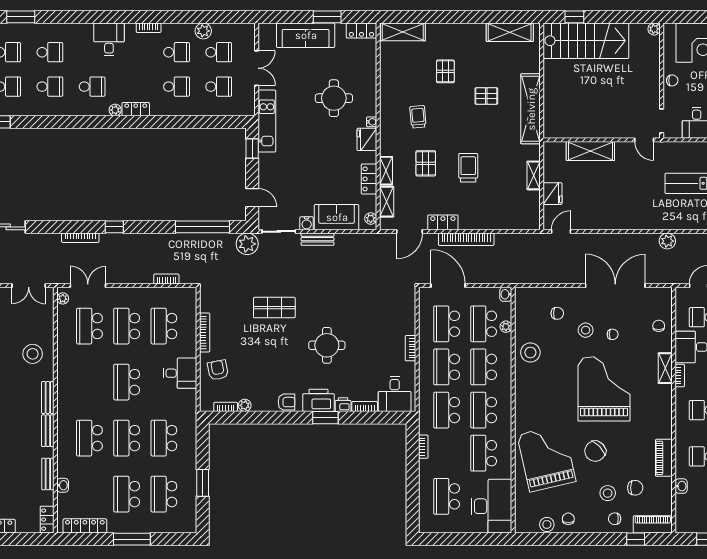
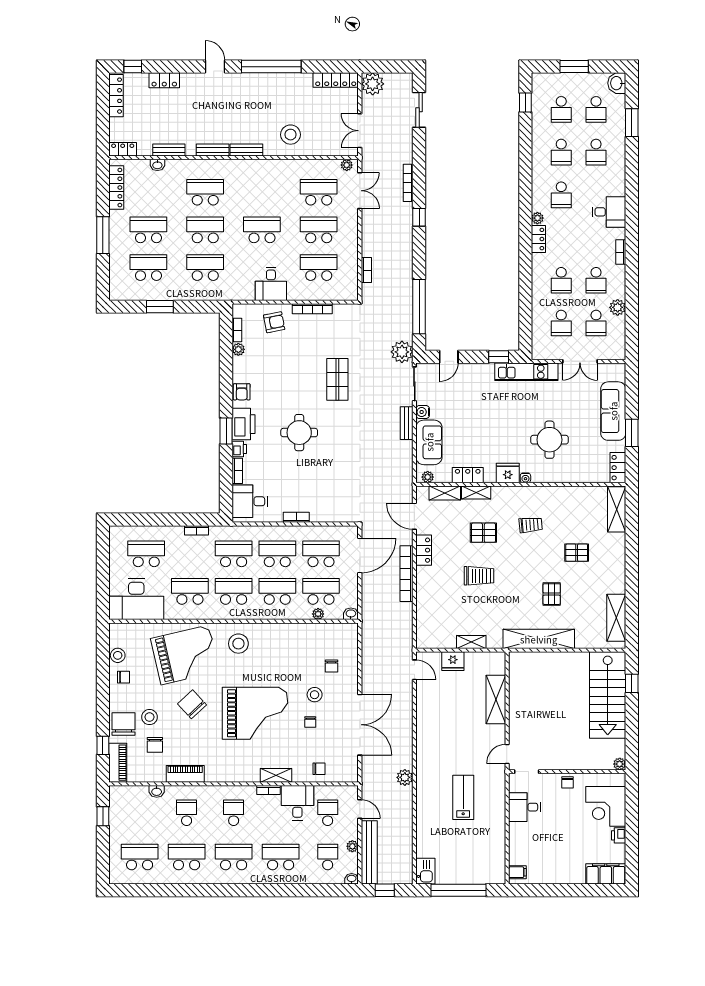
stool: (530, 352) -> (238, 644), moved
chair: (615, 519) -> (124, 724), width x1.87, depth x1.87

